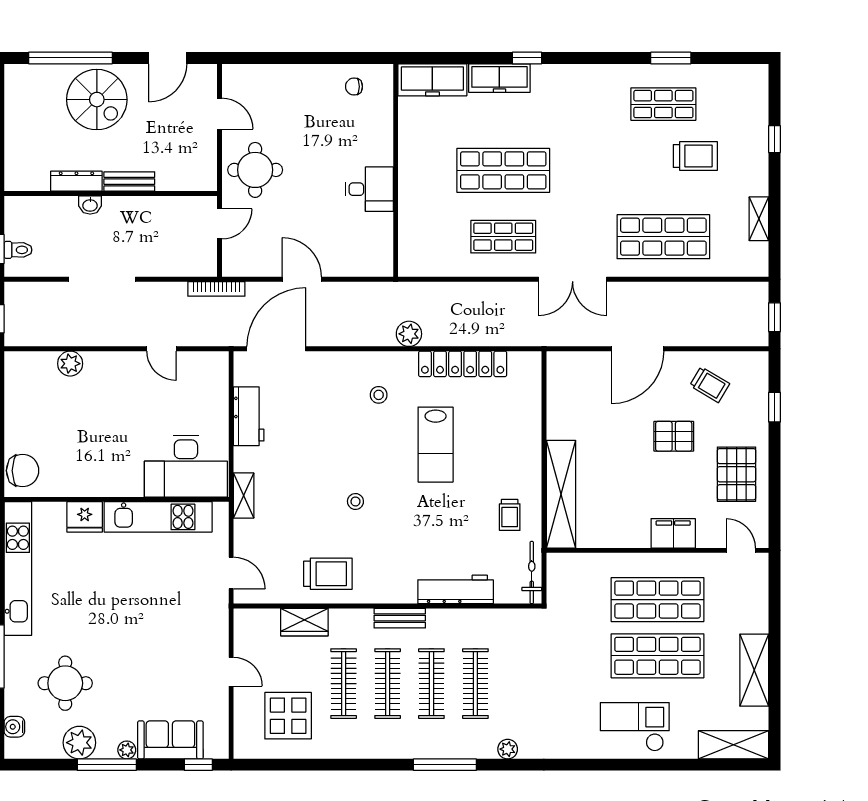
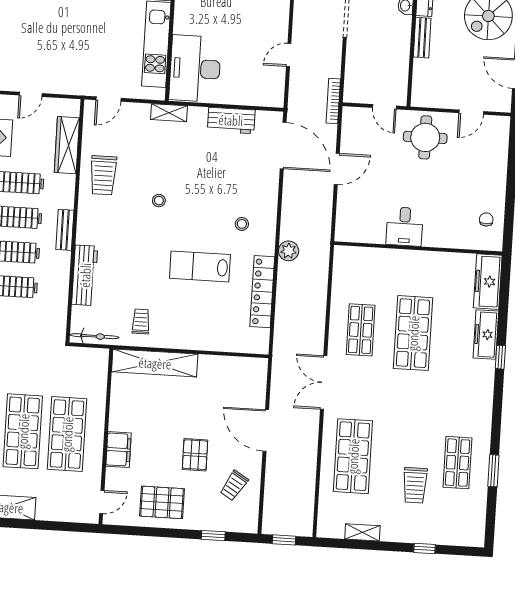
trolley: (510, 515) -> (141, 322), turned 90
wardrobe: (304, 622) -> (67, 145), width x1.50

